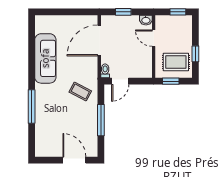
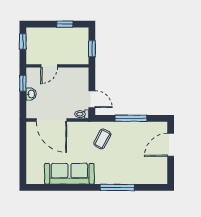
window: (123, 12) -> (23, 83), moved
washbasin: (146, 20) -> (31, 94), moved
rug: (176, 62) -> (73, 44), removed

